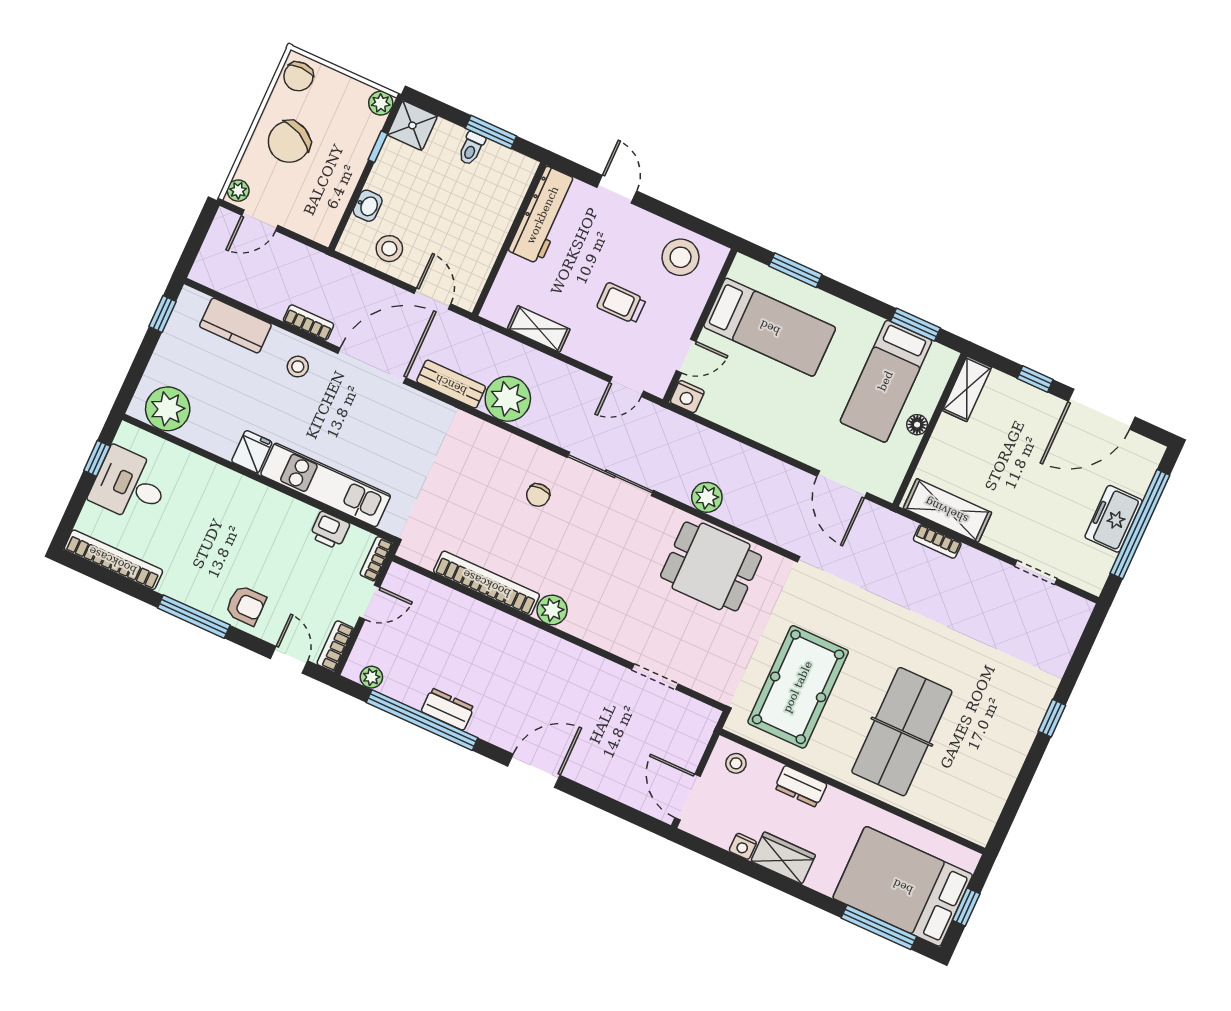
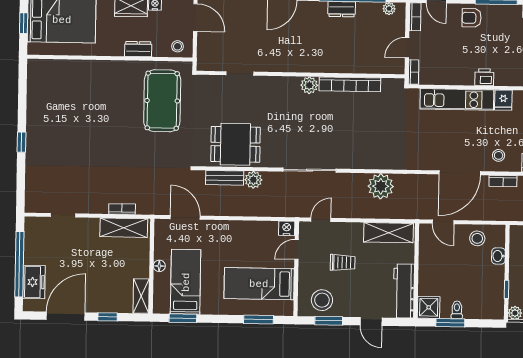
shower: (412, 125) -> (429, 307), moved
window: (684, 220) -> (329, 321), added
shelving: (539, 329) -> (388, 233), width x1.50, depth x1.33
bench: (451, 384) -> (225, 178), moved
chair: (538, 495) -> (343, 143), removed
freezer: (1114, 519) -> (34, 282), moved
printer: (330, 530) -> (484, 77), moved
table tennis table: (902, 732) -> (97, 101), removed

